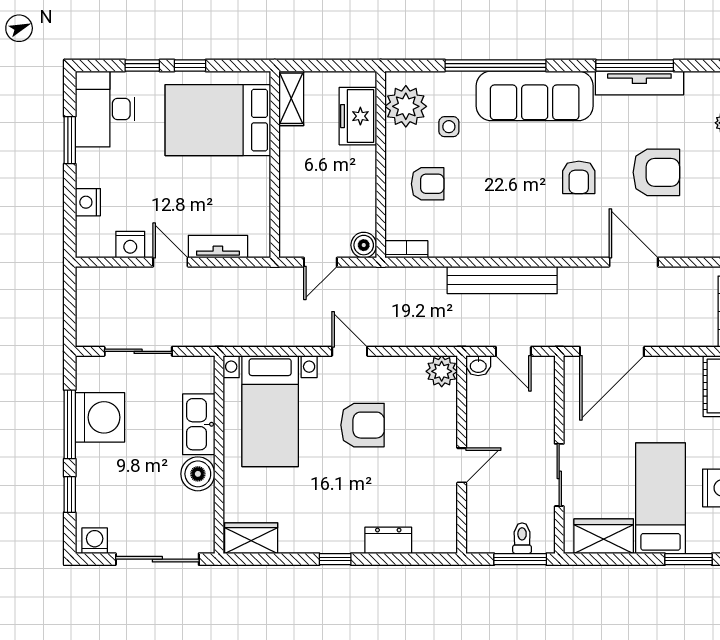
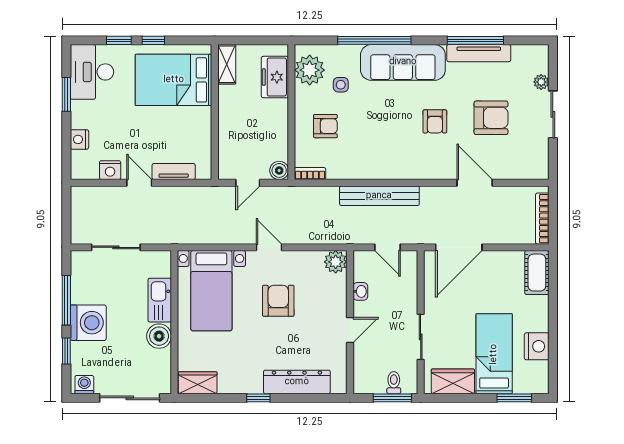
washbasin: (478, 366) -> (360, 291), moved, turned -90
washing machine: (100, 417) -> (88, 323), moved
armchair: (362, 425) -> (278, 301), turned -90
dresser: (388, 540) -> (297, 382), width x1.96, depth x1.24

